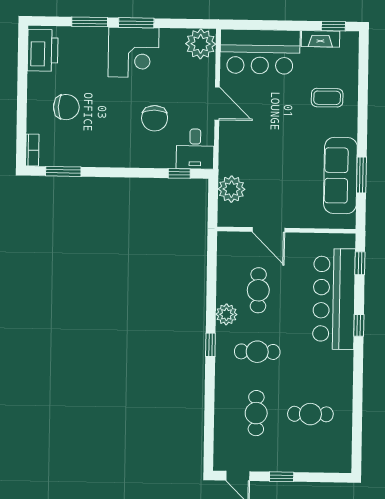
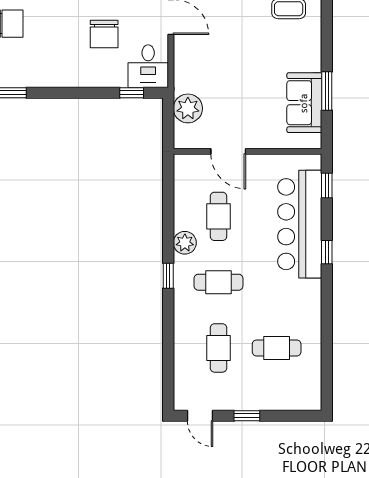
sofa: (340, 175) -> (304, 103), width x0.73

